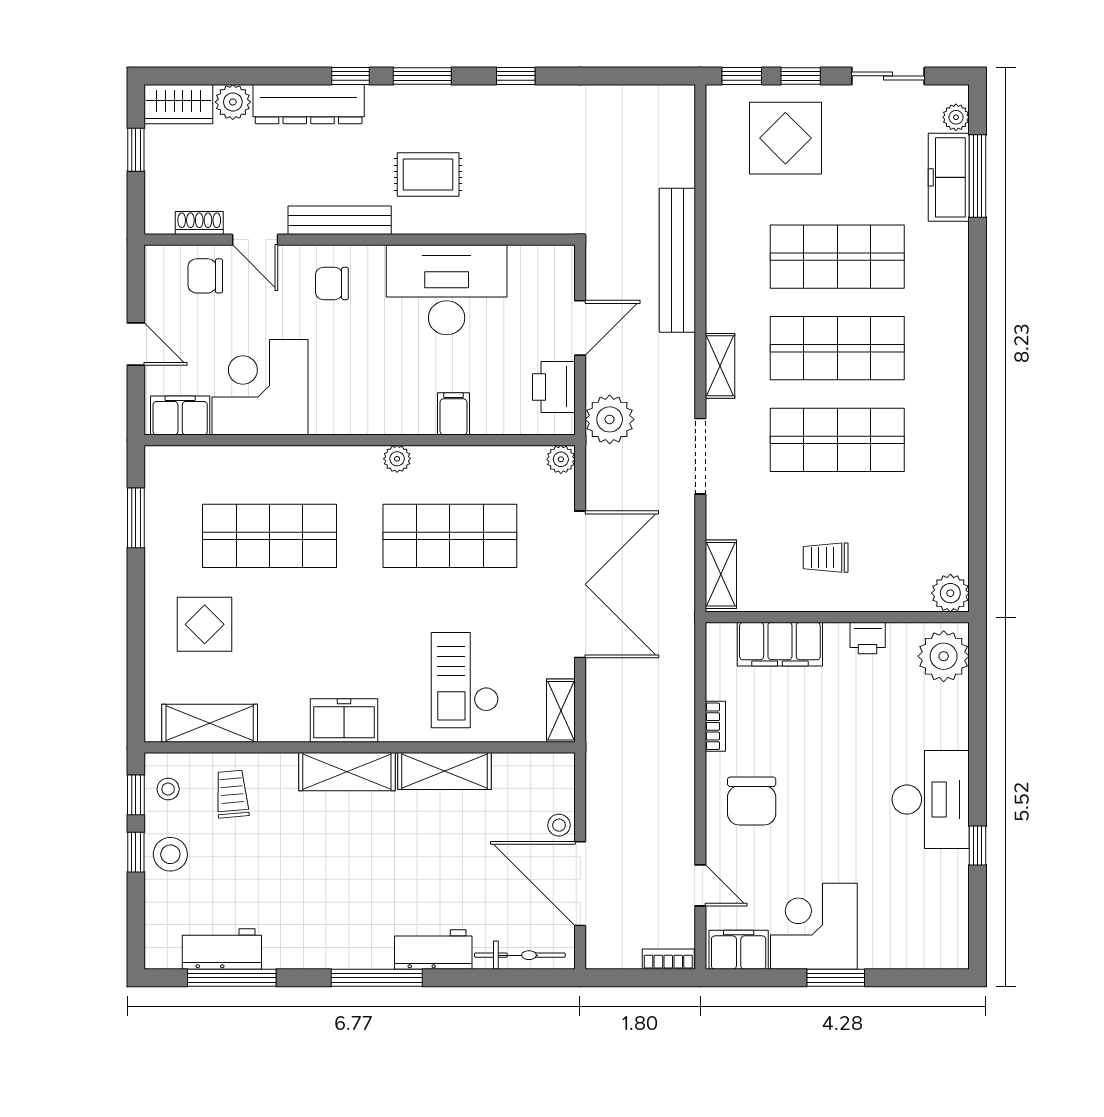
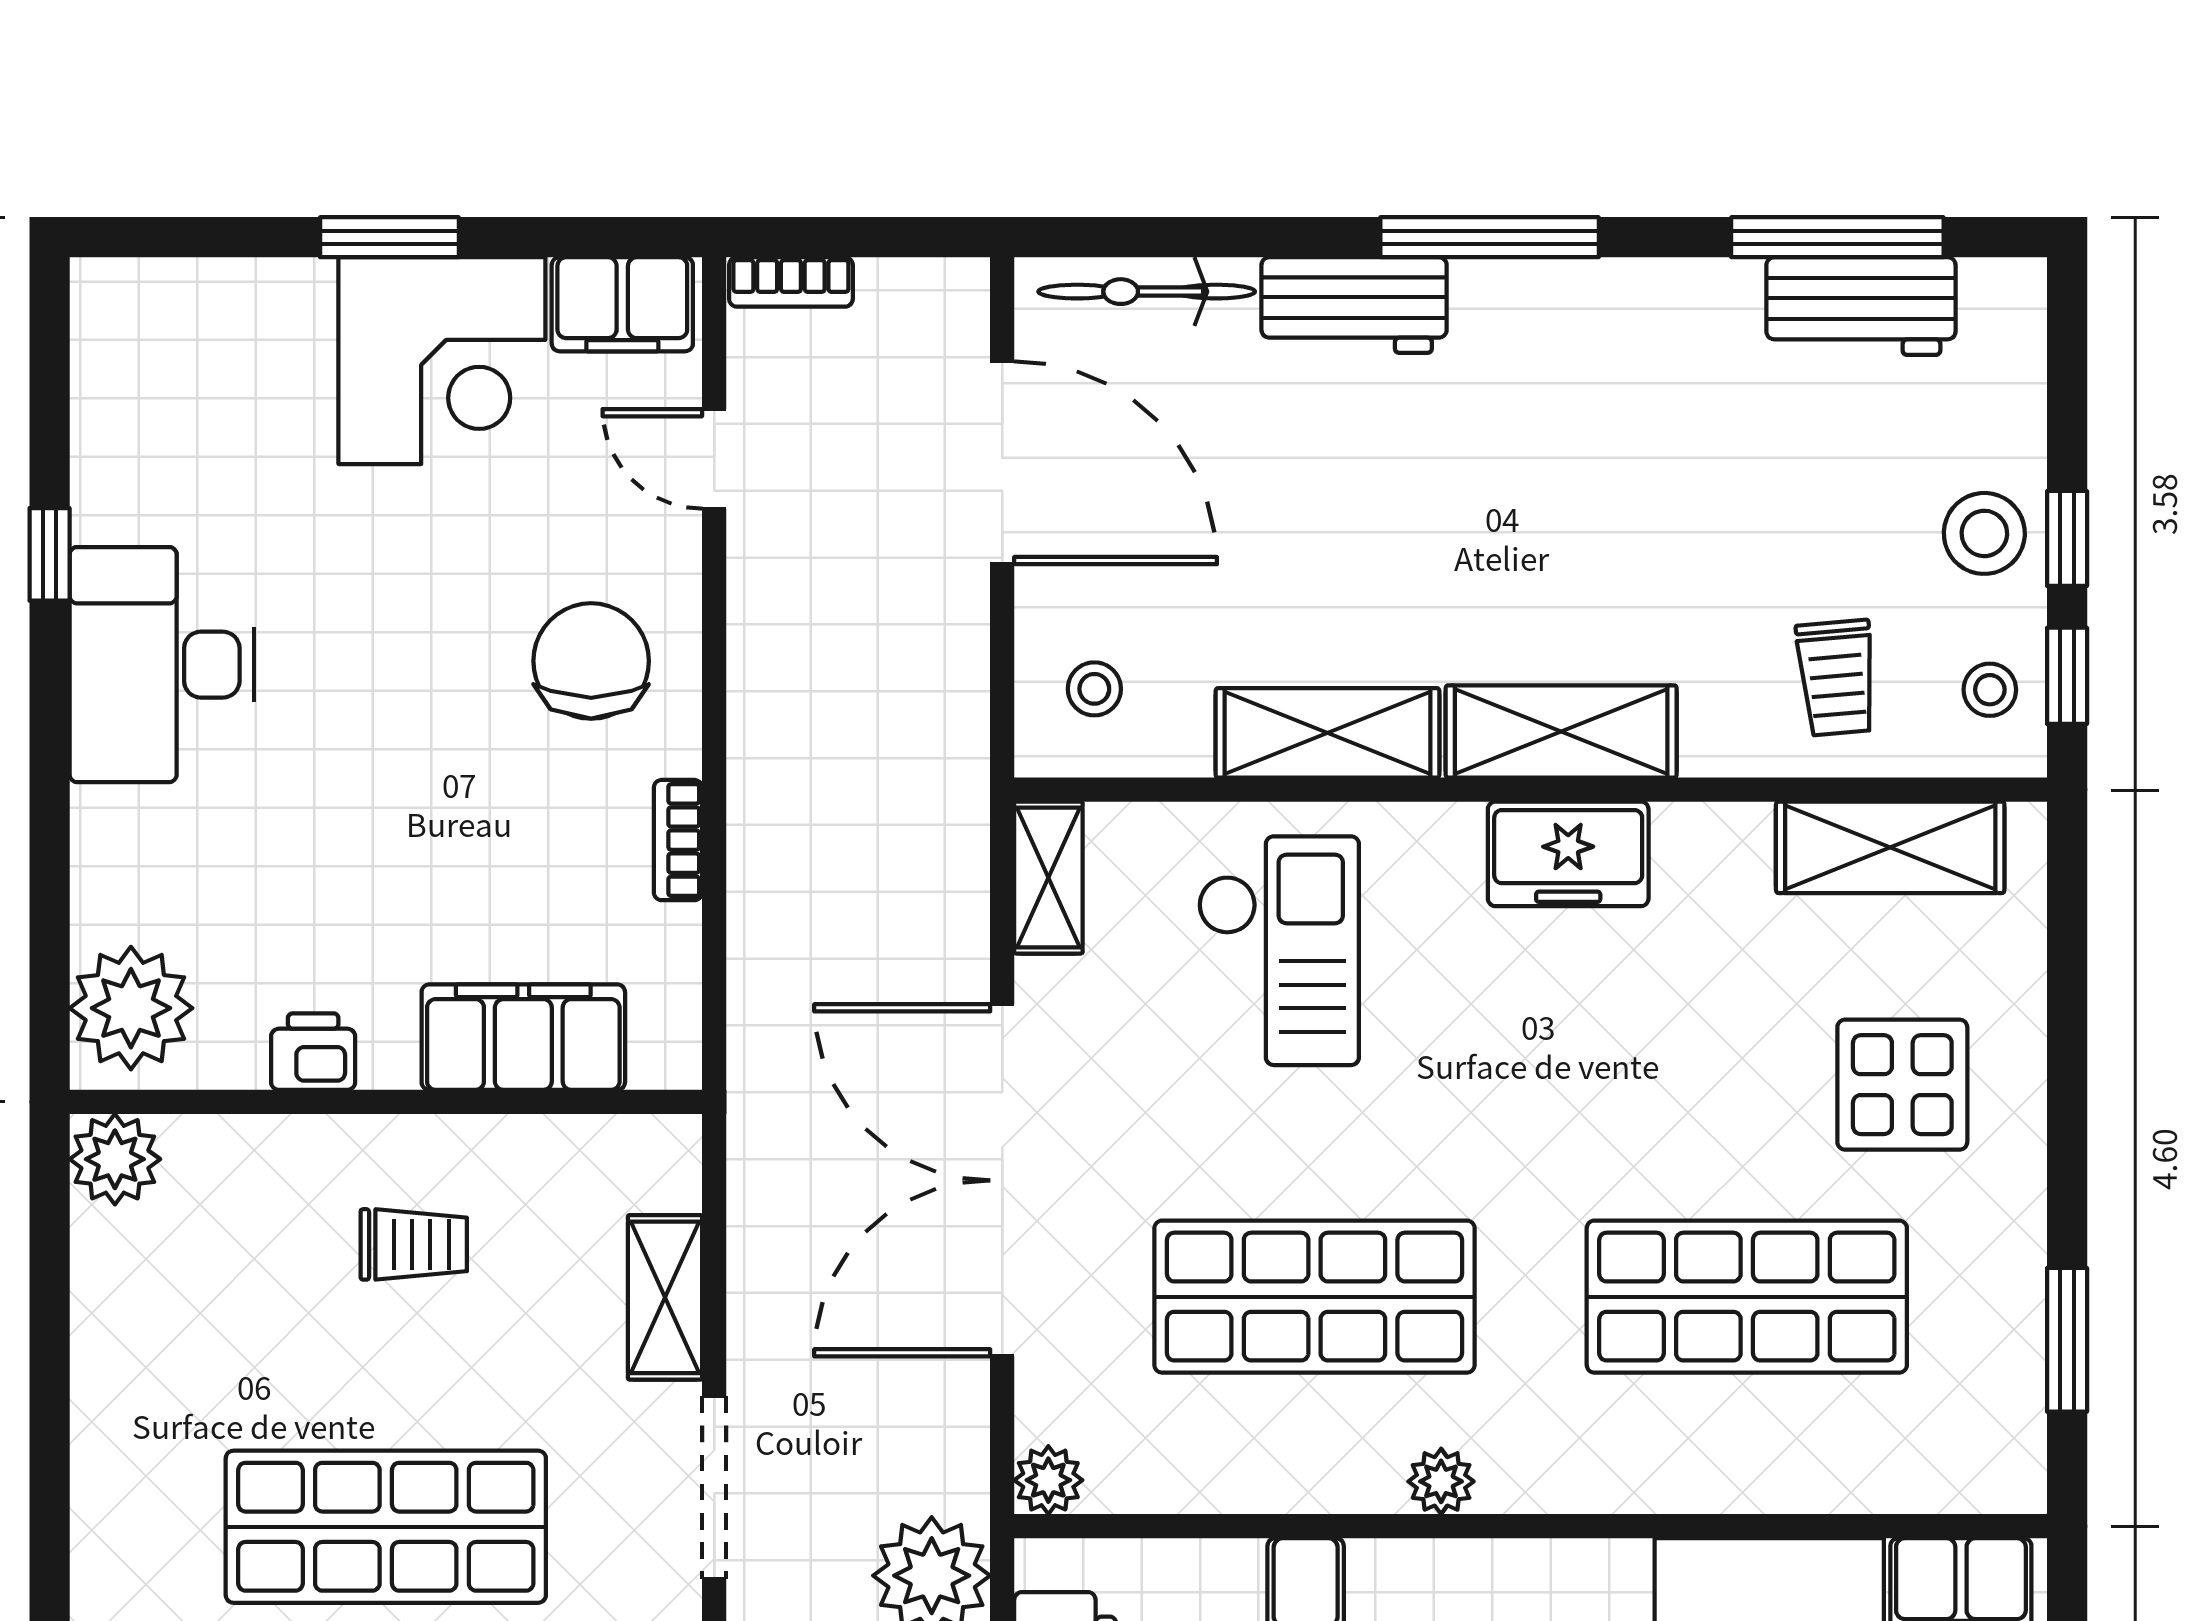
shelving: (721, 574) -> (665, 1297), moved
stool: (559, 825) -> (1094, 689), moved

